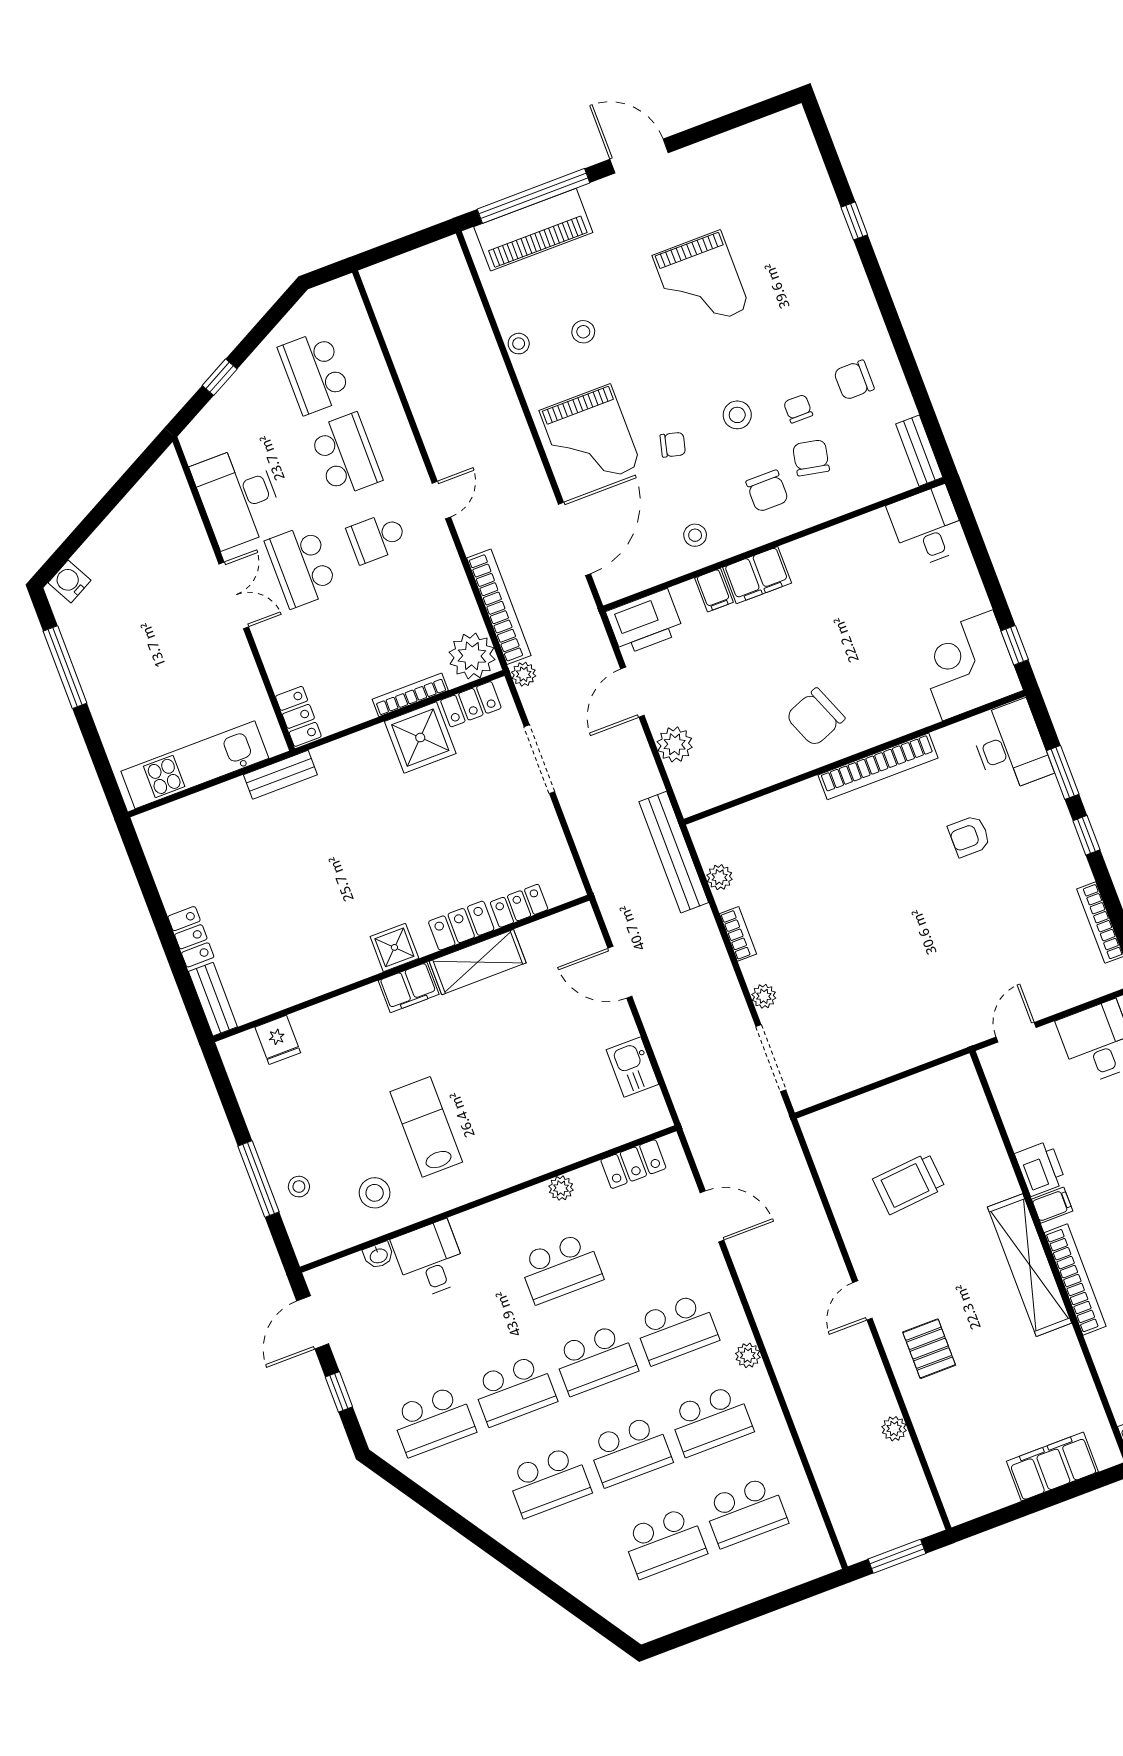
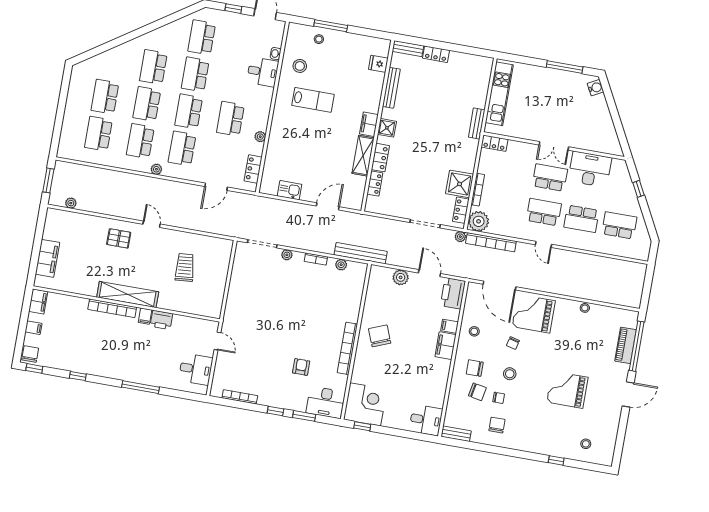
piano: (533, 230) -> (625, 345), width x0.73, depth x0.75
stool: (583, 332) -> (586, 444), moved
school desk: (377, 538) -> (544, 212), width x1.85
bench: (310, 986) -> (391, 88), added
plant: (894, 1429) -> (71, 203), moved

